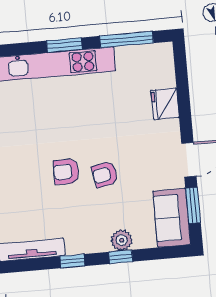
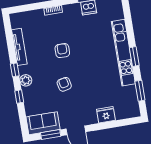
window: (126, 39) -> (140, 91), width x0.69
armchair: (66, 172) -> (62, 51), moved
plant: (122, 240) -> (26, 80), moved

